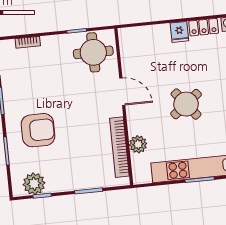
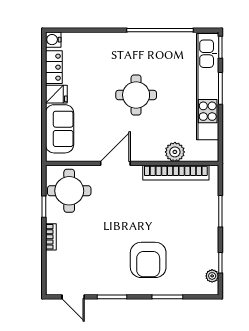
sofa: (148, 38) -> (60, 129), added
bookcase: (28, 42) -> (51, 237), moved
round table: (186, 104) -> (136, 95), turned 38
armchair: (38, 130) -> (148, 260), turned 180
plant: (34, 184) -> (212, 276), width x0.53, depth x0.53

